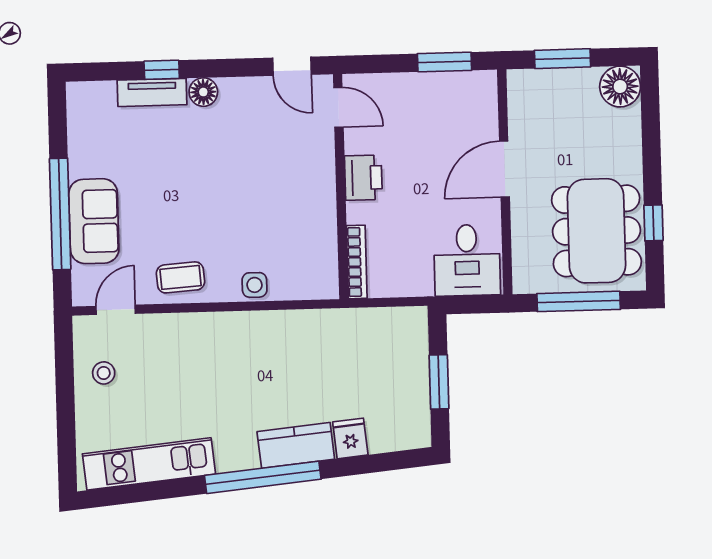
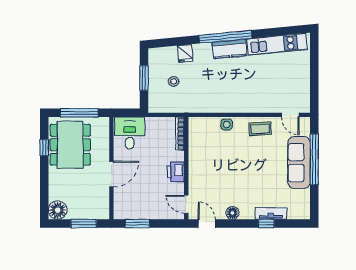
floor lamp: (203, 92) -> (232, 213), moved
sofa: (94, 221) -> (299, 162), width x1.36
door: (116, 310) -> (290, 115), hinge flipped
stool: (104, 373) -> (174, 81), moved
kitchen counter: (296, 445) -> (230, 49), moved

